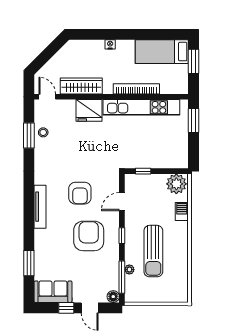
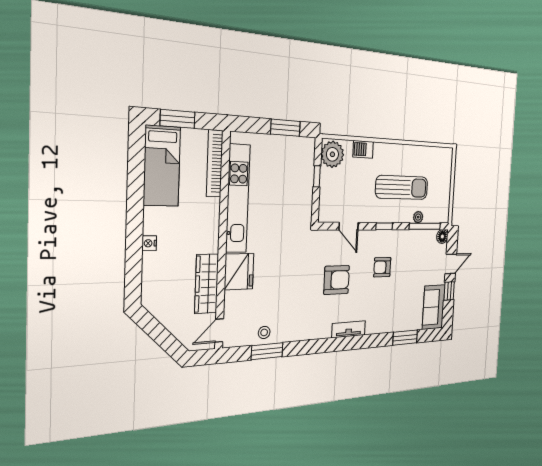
bookcase: (136, 89) -> (215, 163), moved
window: (194, 121) -> (285, 128), moved
window: (143, 171) -> (317, 176), moved
tv unit: (40, 207) -> (349, 329), width x0.71
armchair: (89, 236) -> (382, 267), width x0.53, depth x0.53

